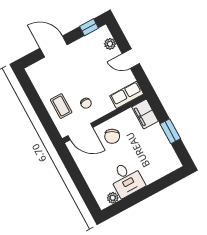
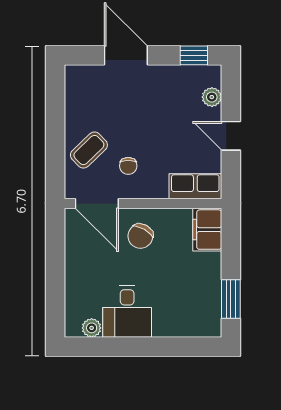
coffee table: (61, 106) -> (89, 150), turned 46
window: (170, 131) -> (231, 299), moved

